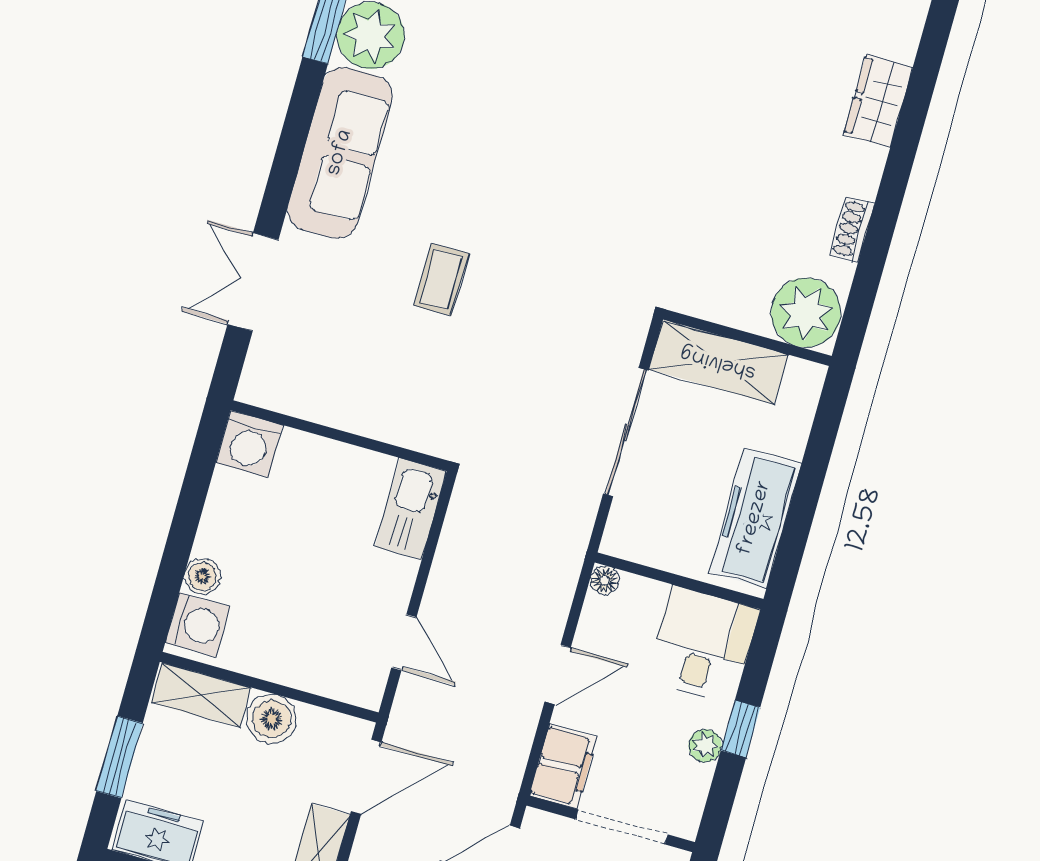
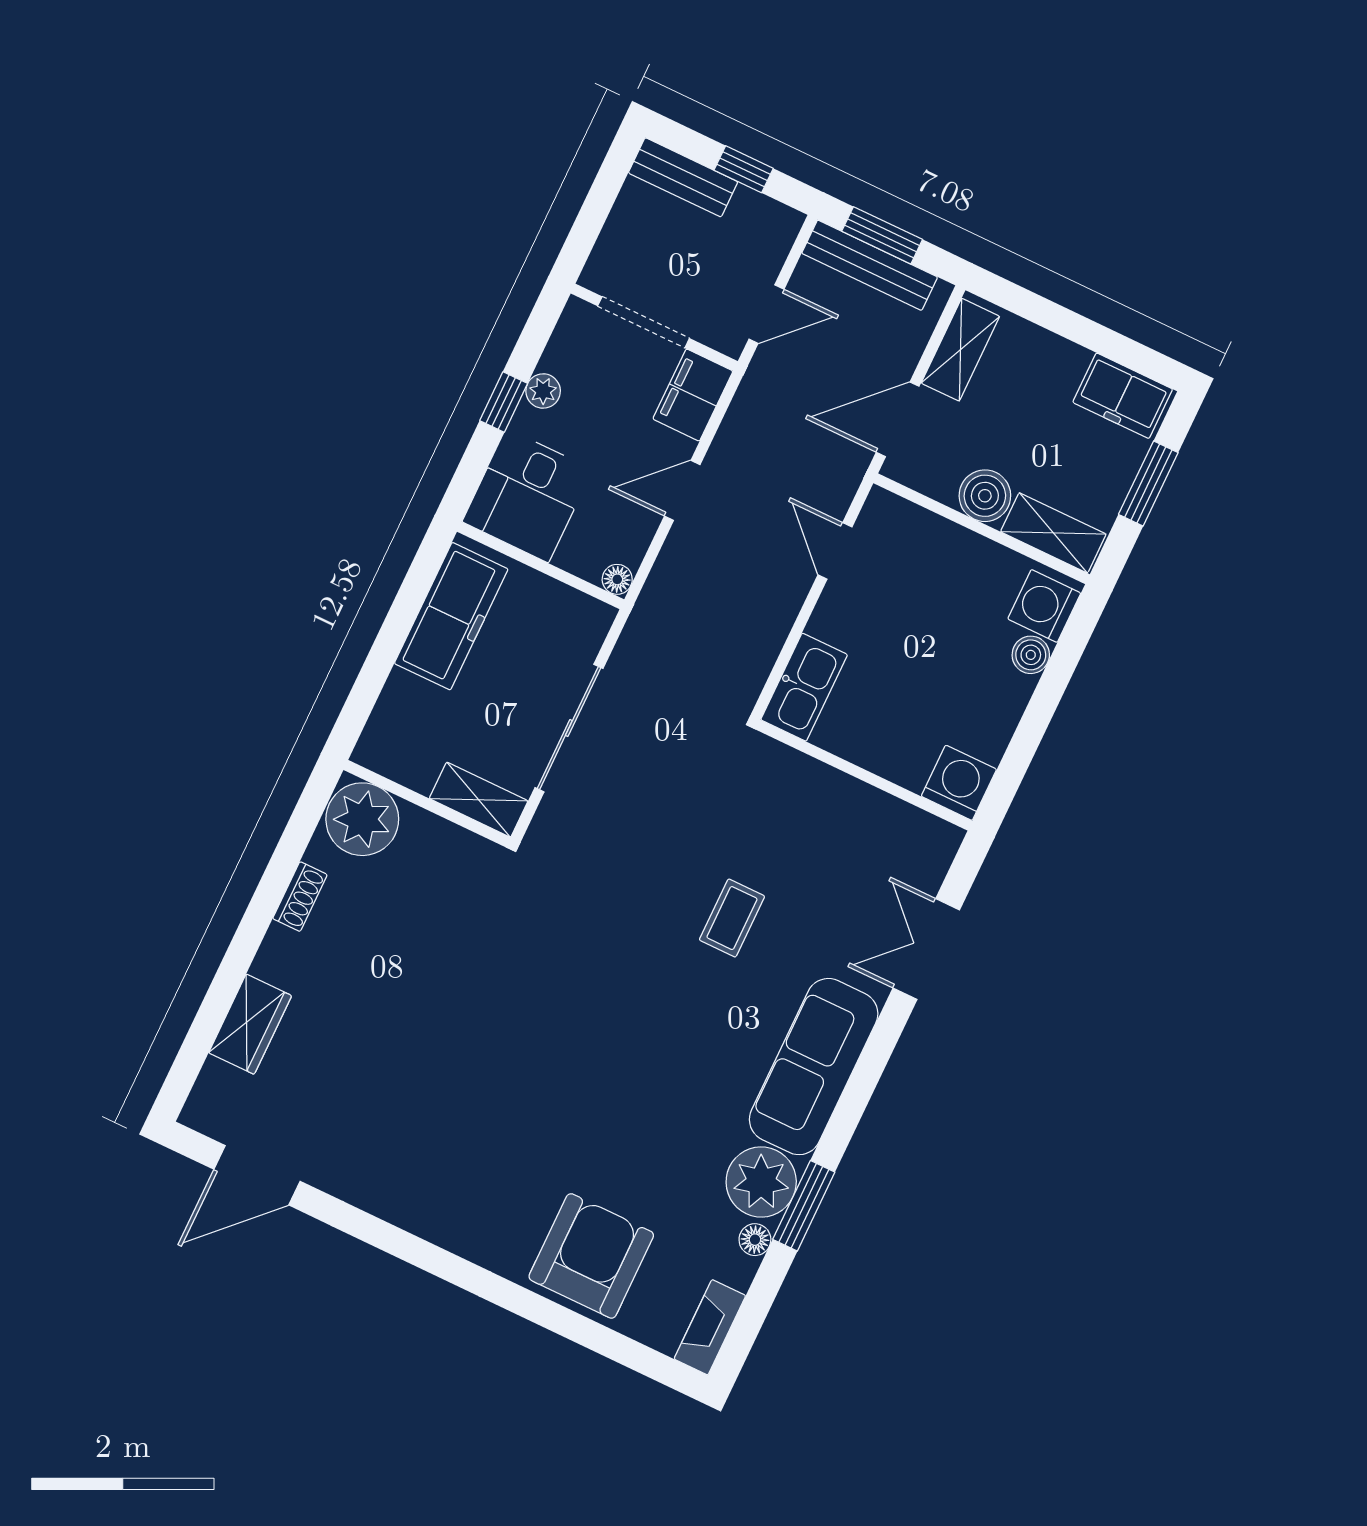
double door: (253, 282) -> (926, 949), swing flipped
shelving: (718, 362) -> (479, 800), width x0.67, depth x0.75

